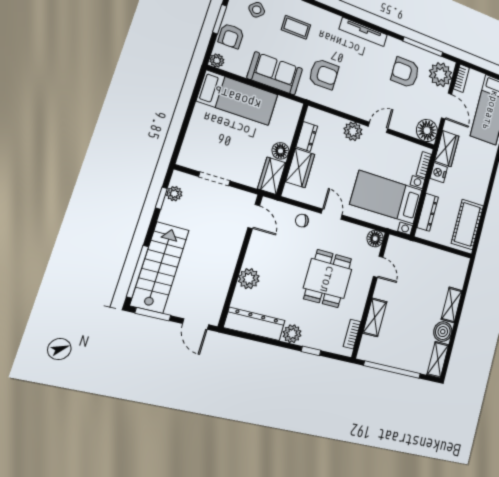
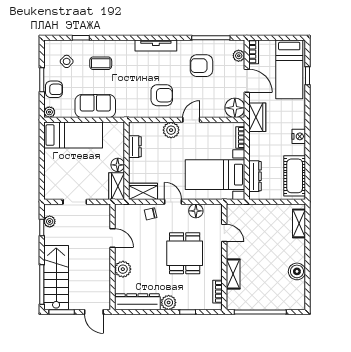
armchair: (231, 36) -> (54, 89), turned -90
armchair: (324, 74) -> (162, 95), moved
plant: (441, 75) -> (239, 56), width x0.53, depth x0.53
wardrobe: (300, 168) -> (143, 191), moved, turned -90
nightstand: (439, 173) -> (299, 136), moved, turned 180
door: (254, 217) -> (112, 238), moved
floor lamp: (375, 239) -> (196, 211), moved
shelving: (452, 305) -> (299, 223), moved
shelving: (438, 360) -> (299, 295), removed

